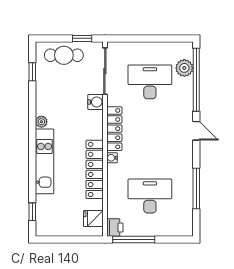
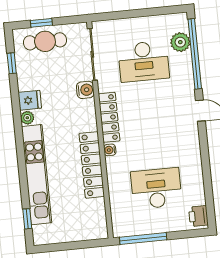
window: (82, 38) -> (41, 23), moved
desk: (150, 82) -> (144, 61), turned 180
kitchen unit: (45, 161) -> (37, 175), width x1.36
window: (196, 188) -> (207, 175), removed
fridge: (93, 219) -> (30, 100), moved, turned 180
printer: (115, 228) -> (198, 216), moved, turned 180

